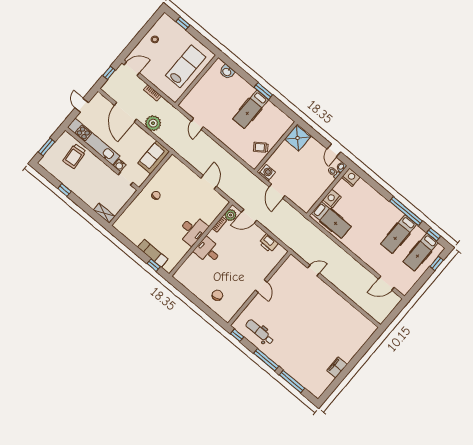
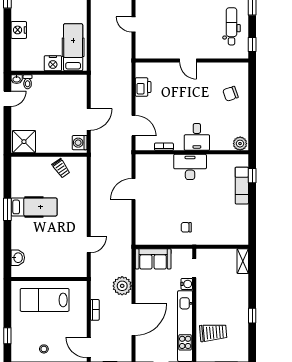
nightstand: (351, 177) -> (19, 30), moved
plant: (231, 215) -> (240, 144), moved
door: (261, 286) -> (188, 60), swing flipped
dental chair: (260, 332) -> (232, 26), turned 180

